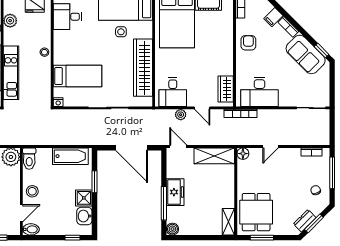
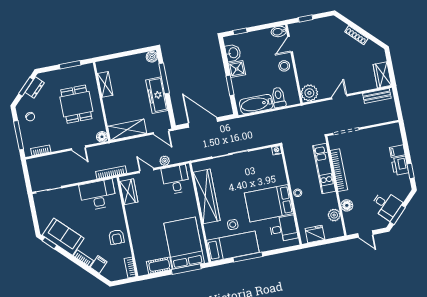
bed: (78, 76) -> (269, 203), moved, width x1.50
door: (270, 146) -> (78, 148), swing flipped
toilet: (29, 159) -> (279, 97), moved
freezer: (175, 192) -> (157, 95), width x1.40
dining table: (256, 212) -> (76, 104), moved
shelving: (228, 222) -> (105, 84), moved

